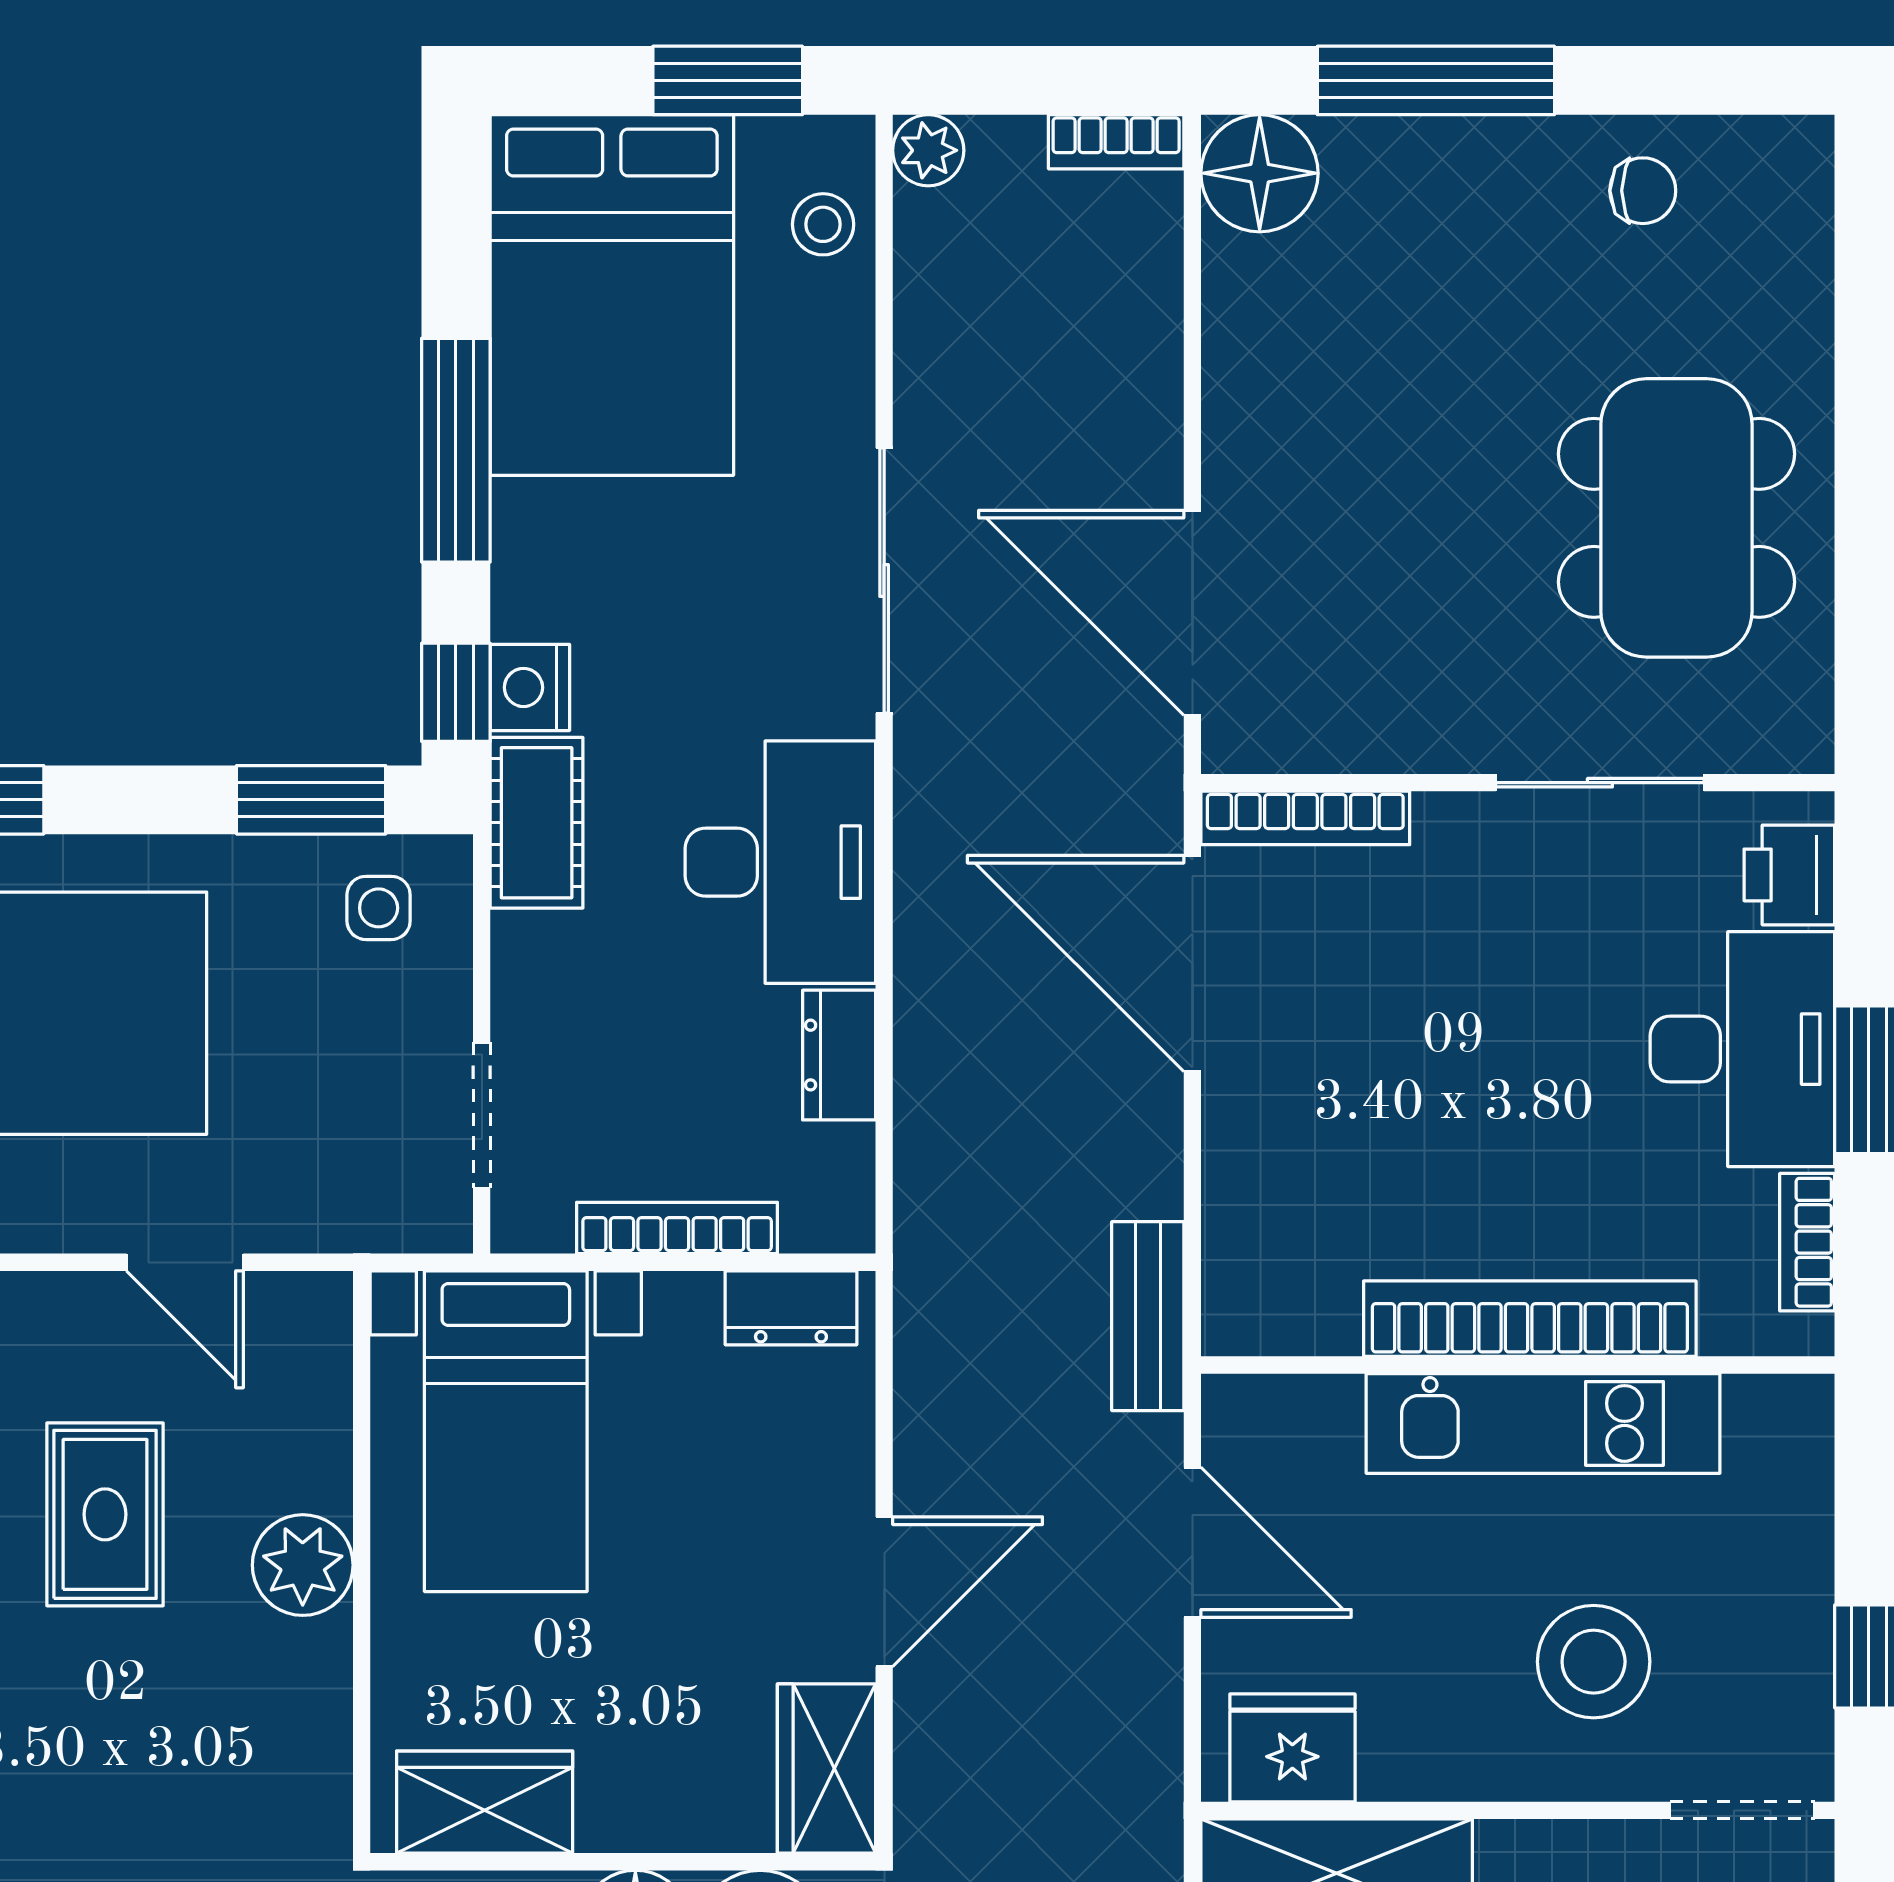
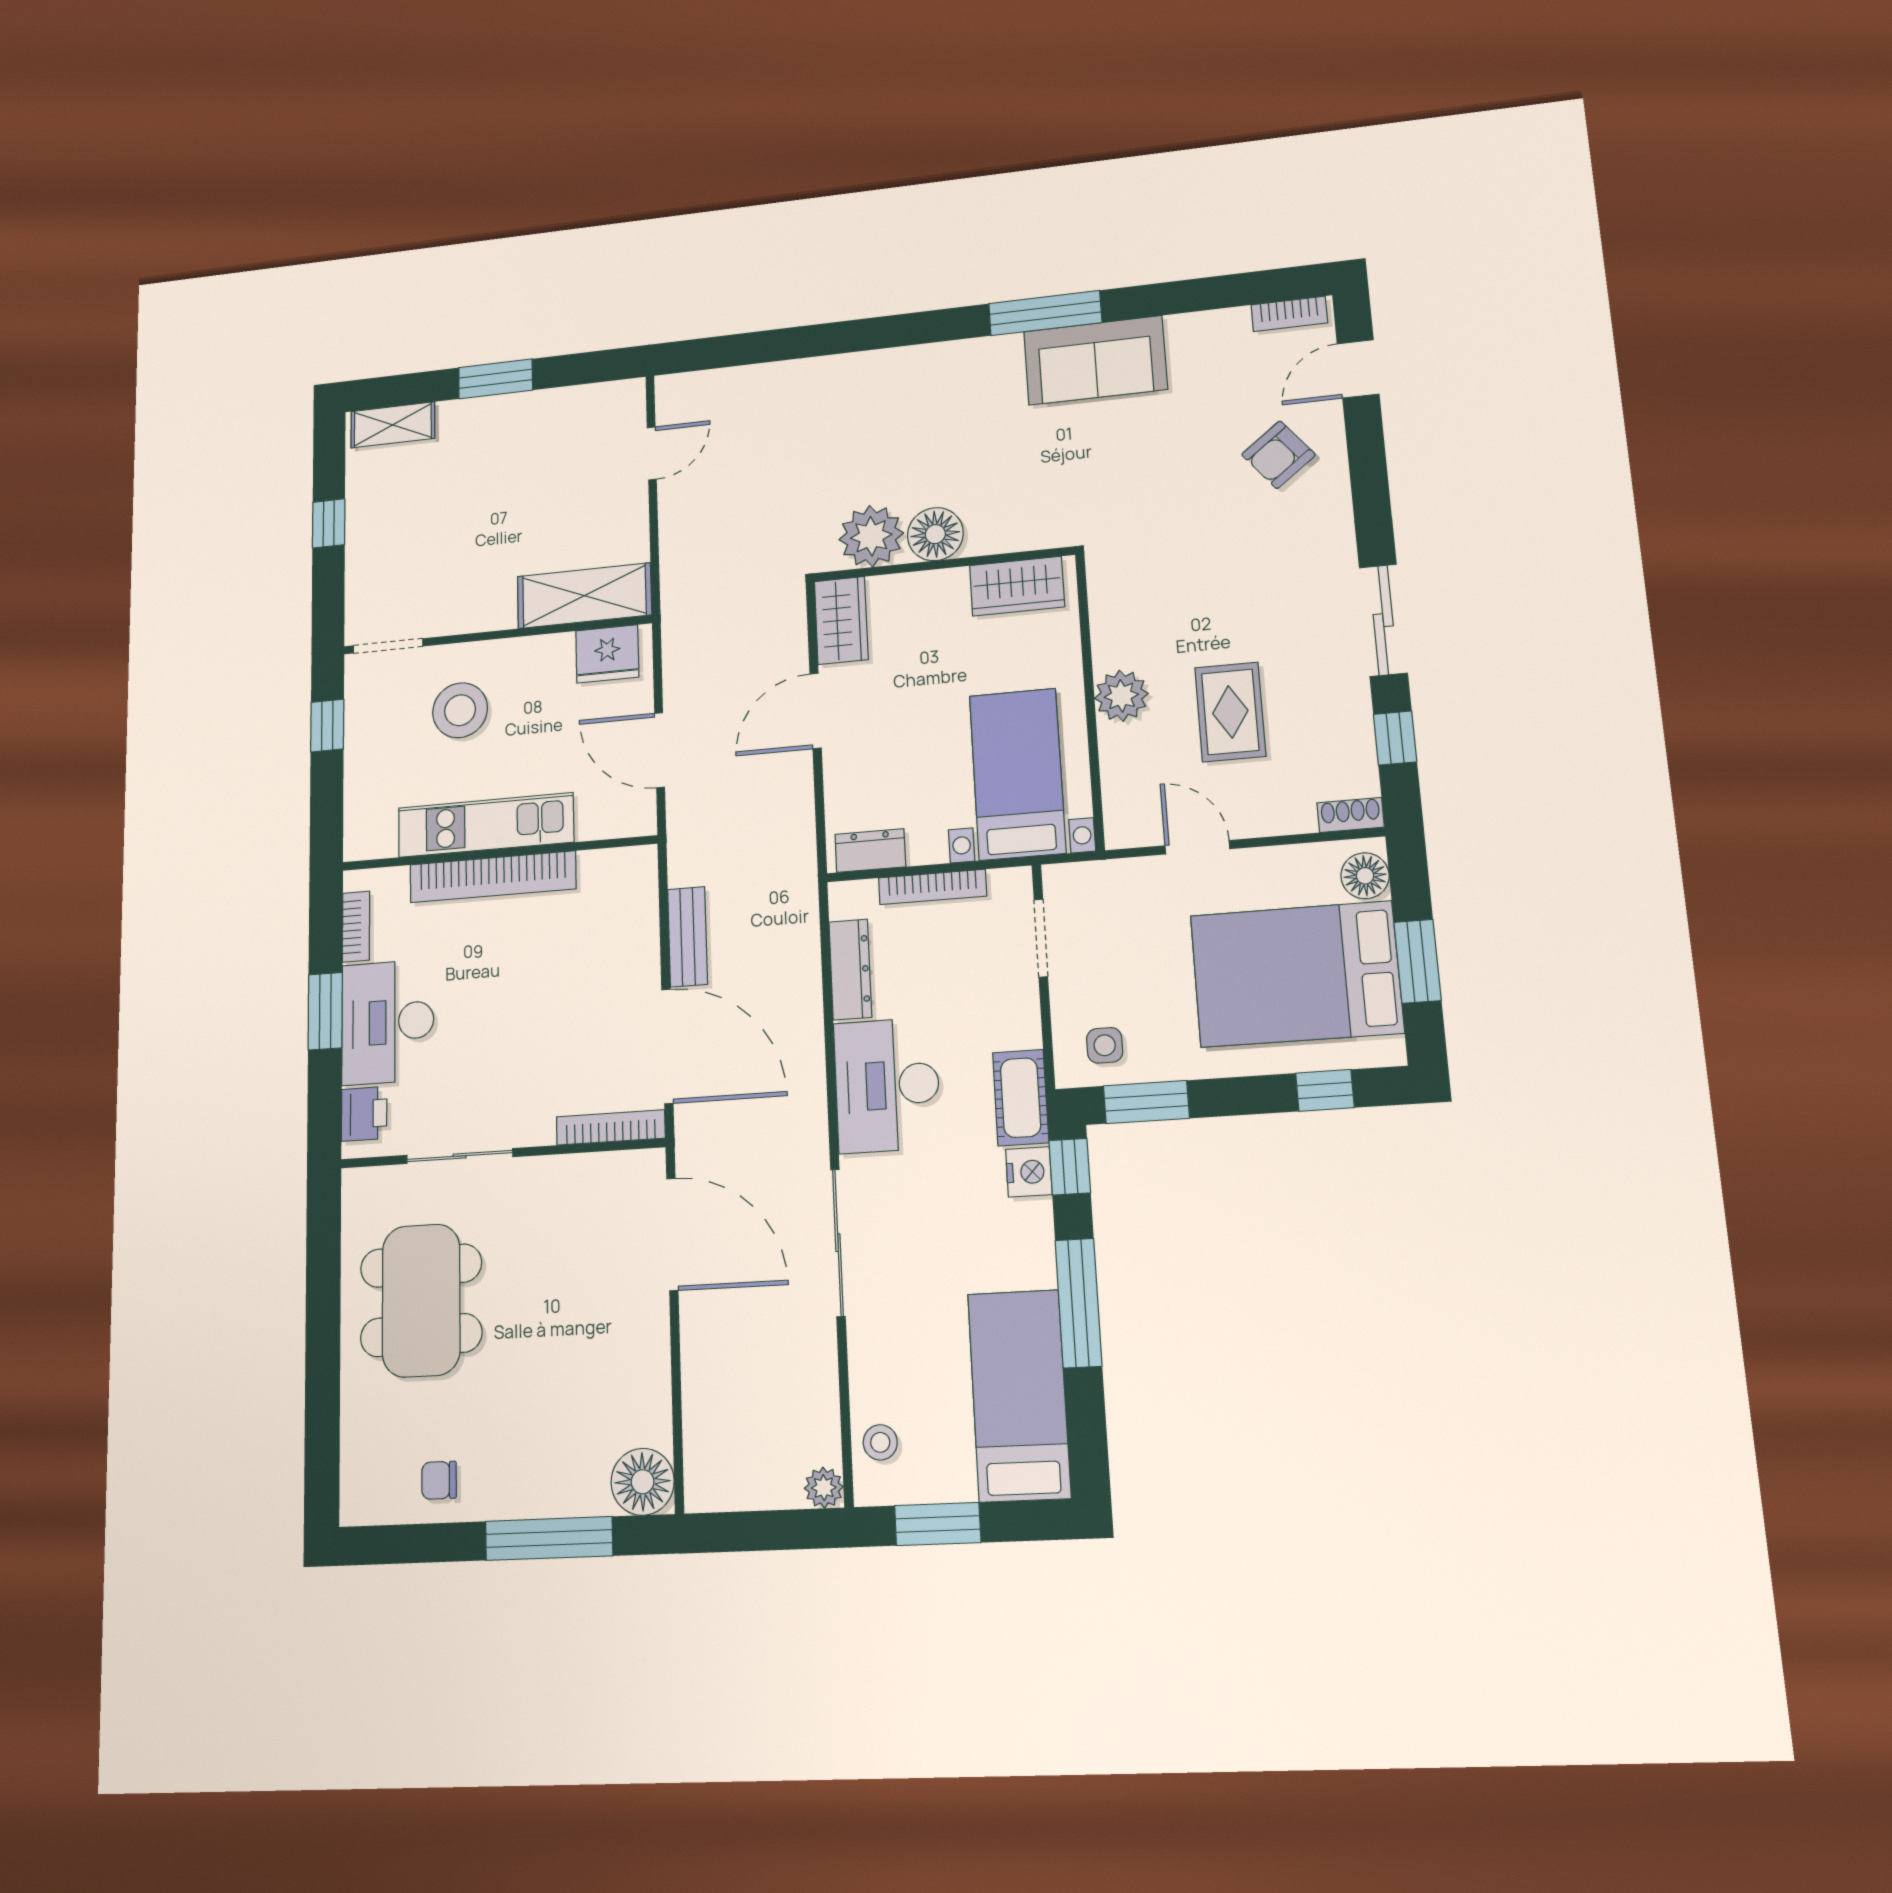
bookcase: (1116, 142) -> (721, 1497), removed
bed: (612, 295) -> (1019, 1395), width x0.67
dresser: (839, 1055) -> (850, 969), width x1.44
bench: (1148, 1316) -> (688, 937), moved

